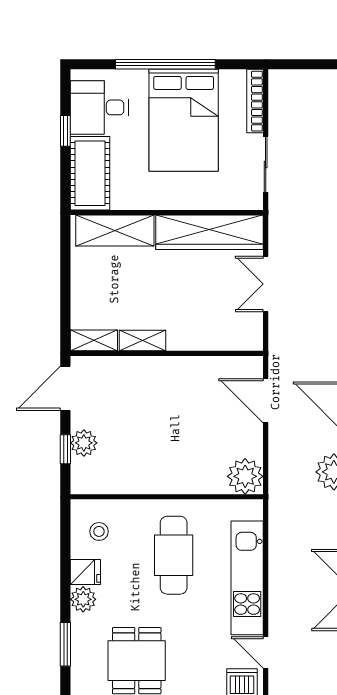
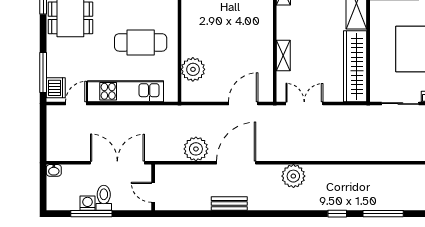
double door: (266, 284) -> (304, 104), moved
shelving: (143, 341) -> (283, 56), moved
plant: (245, 476) -> (193, 69), moved

